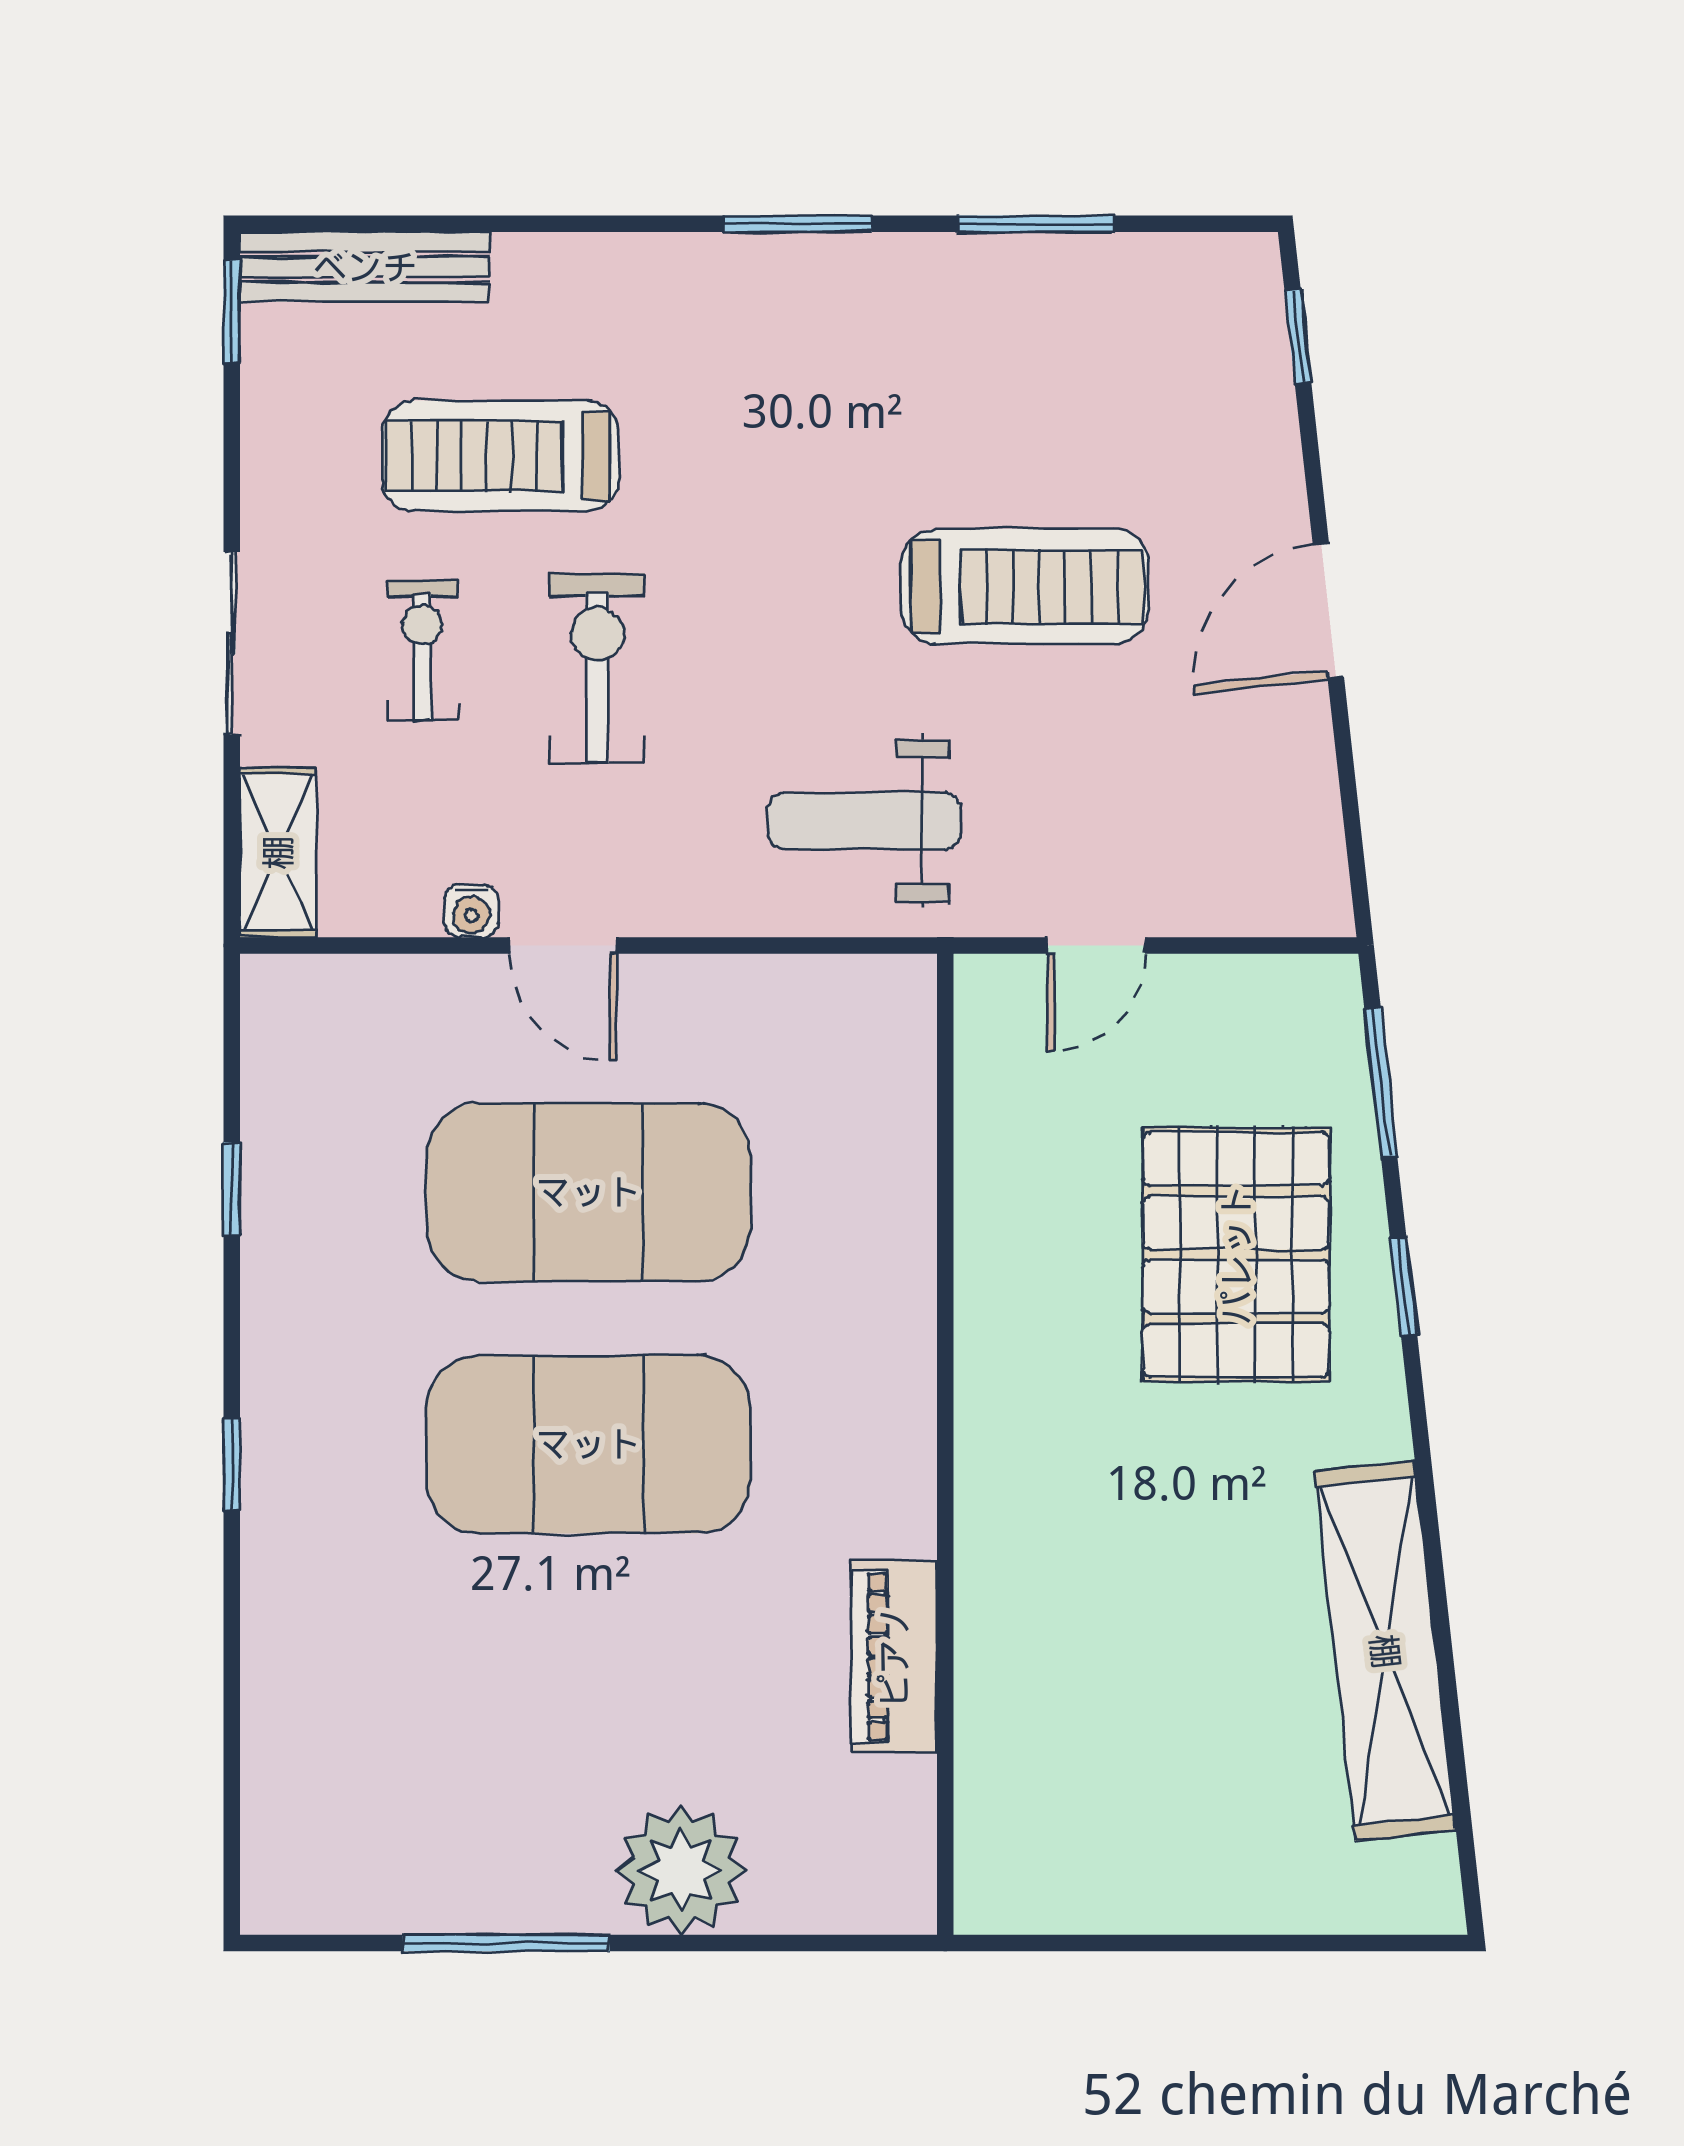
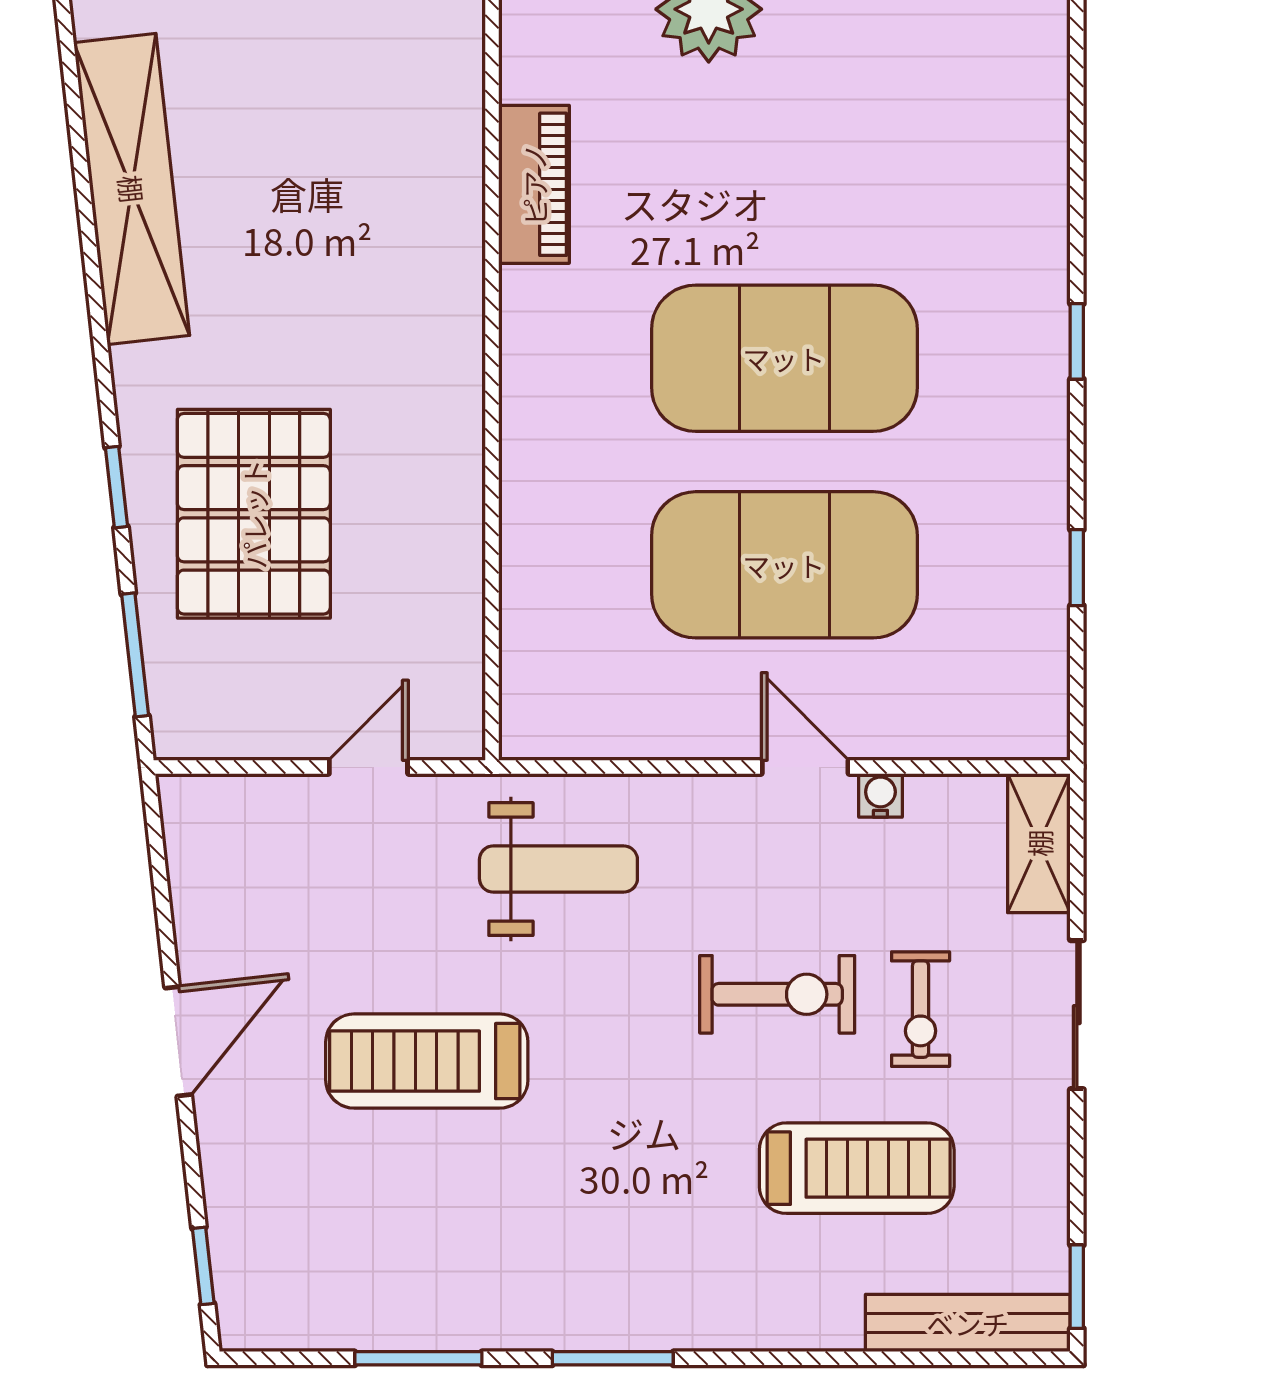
exercise bike: (597, 668) -> (777, 994), turned -90

